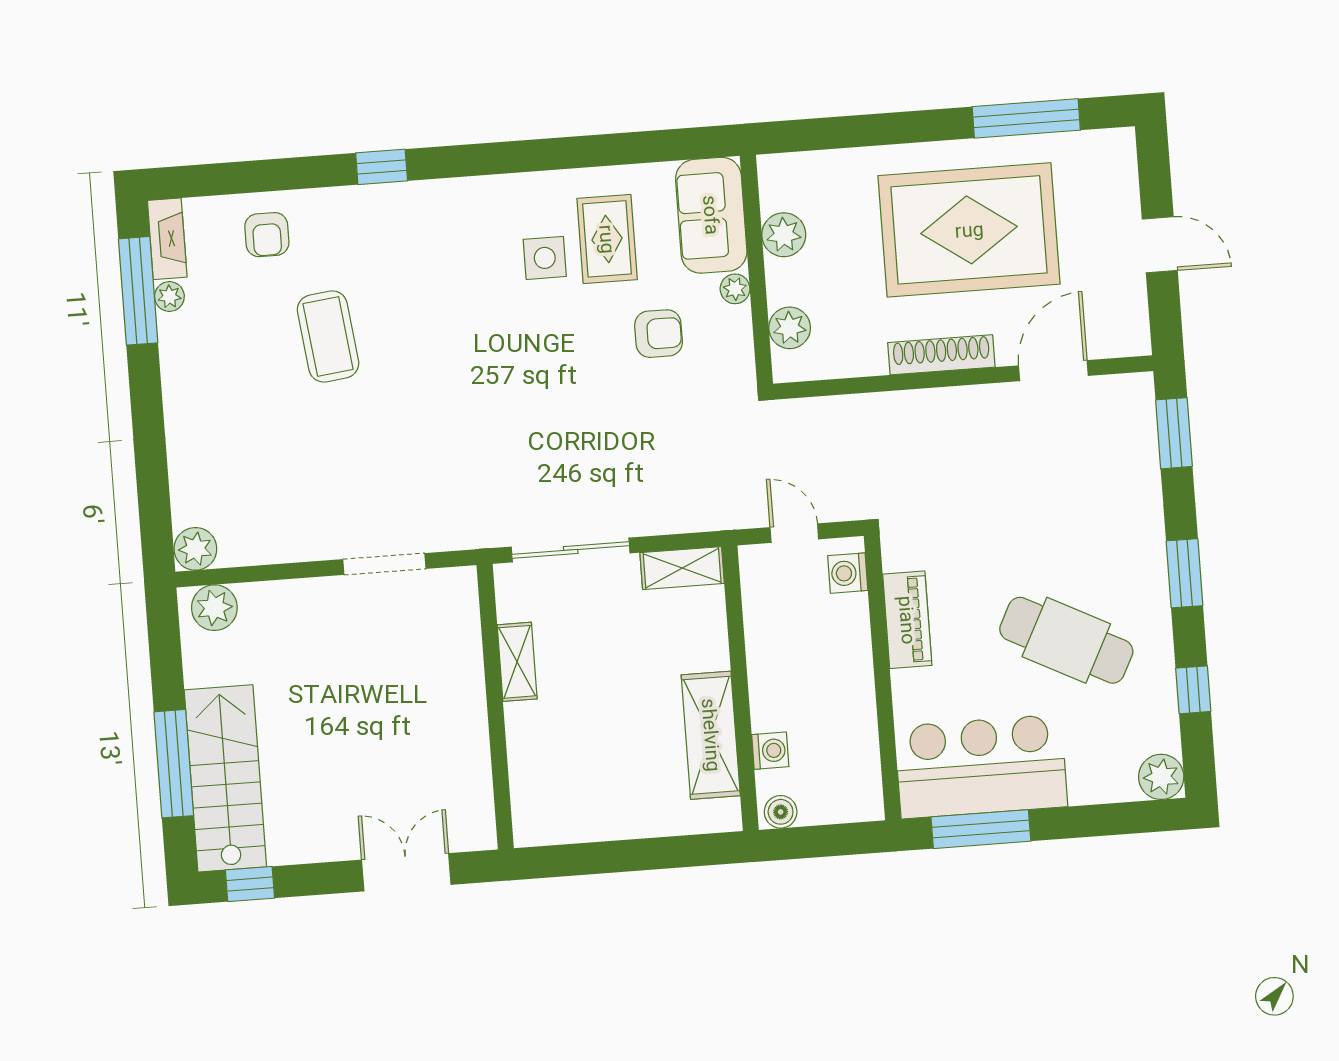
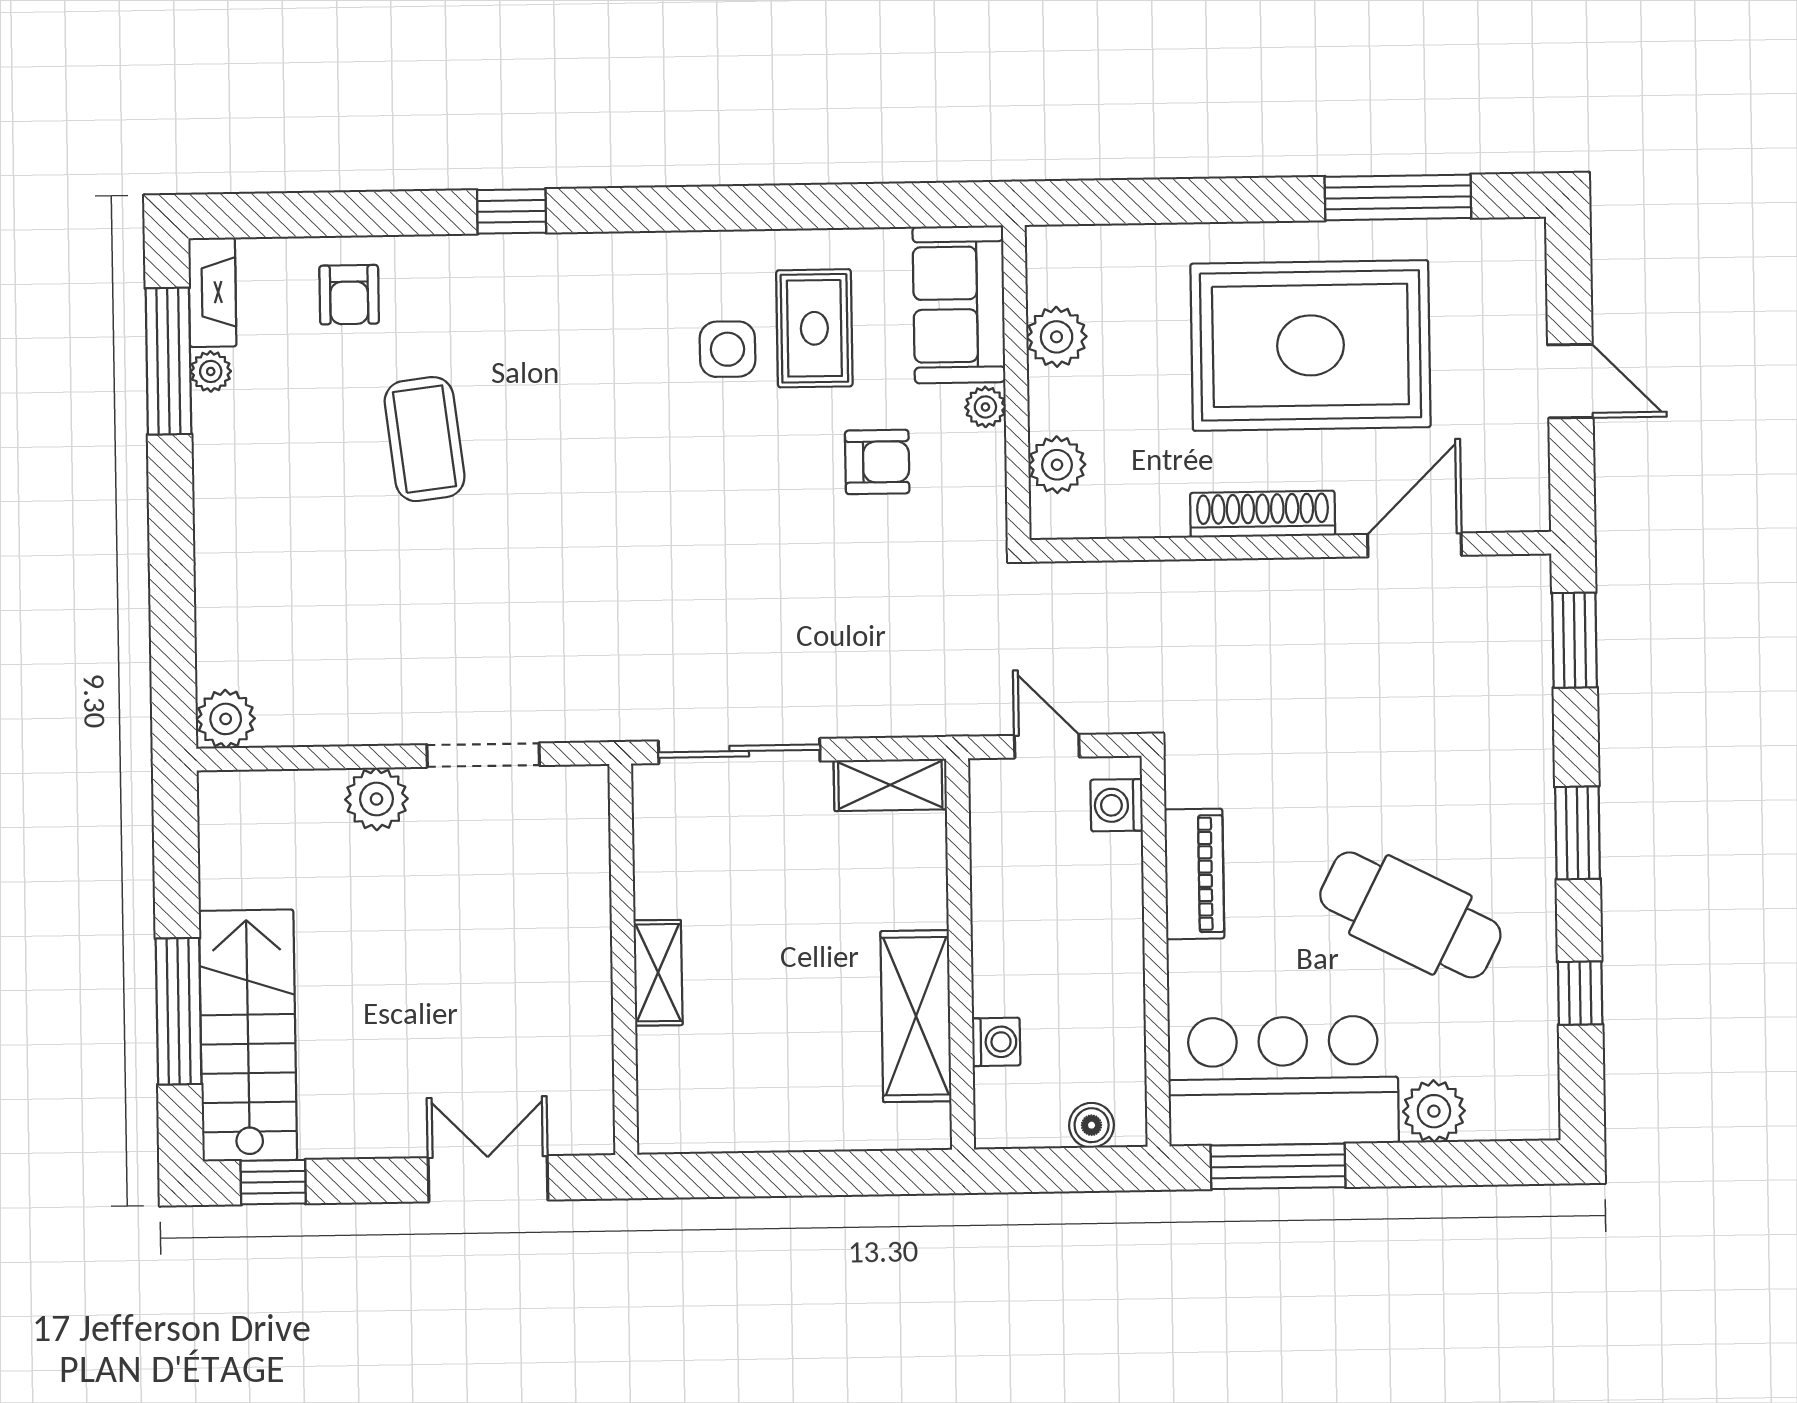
plant: (214, 608) -> (376, 799), moved
shelving: (517, 662) -> (658, 973), moved
plant: (1161, 777) -> (1434, 1111), moved
boiler: (781, 812) -> (1092, 1125), moved

